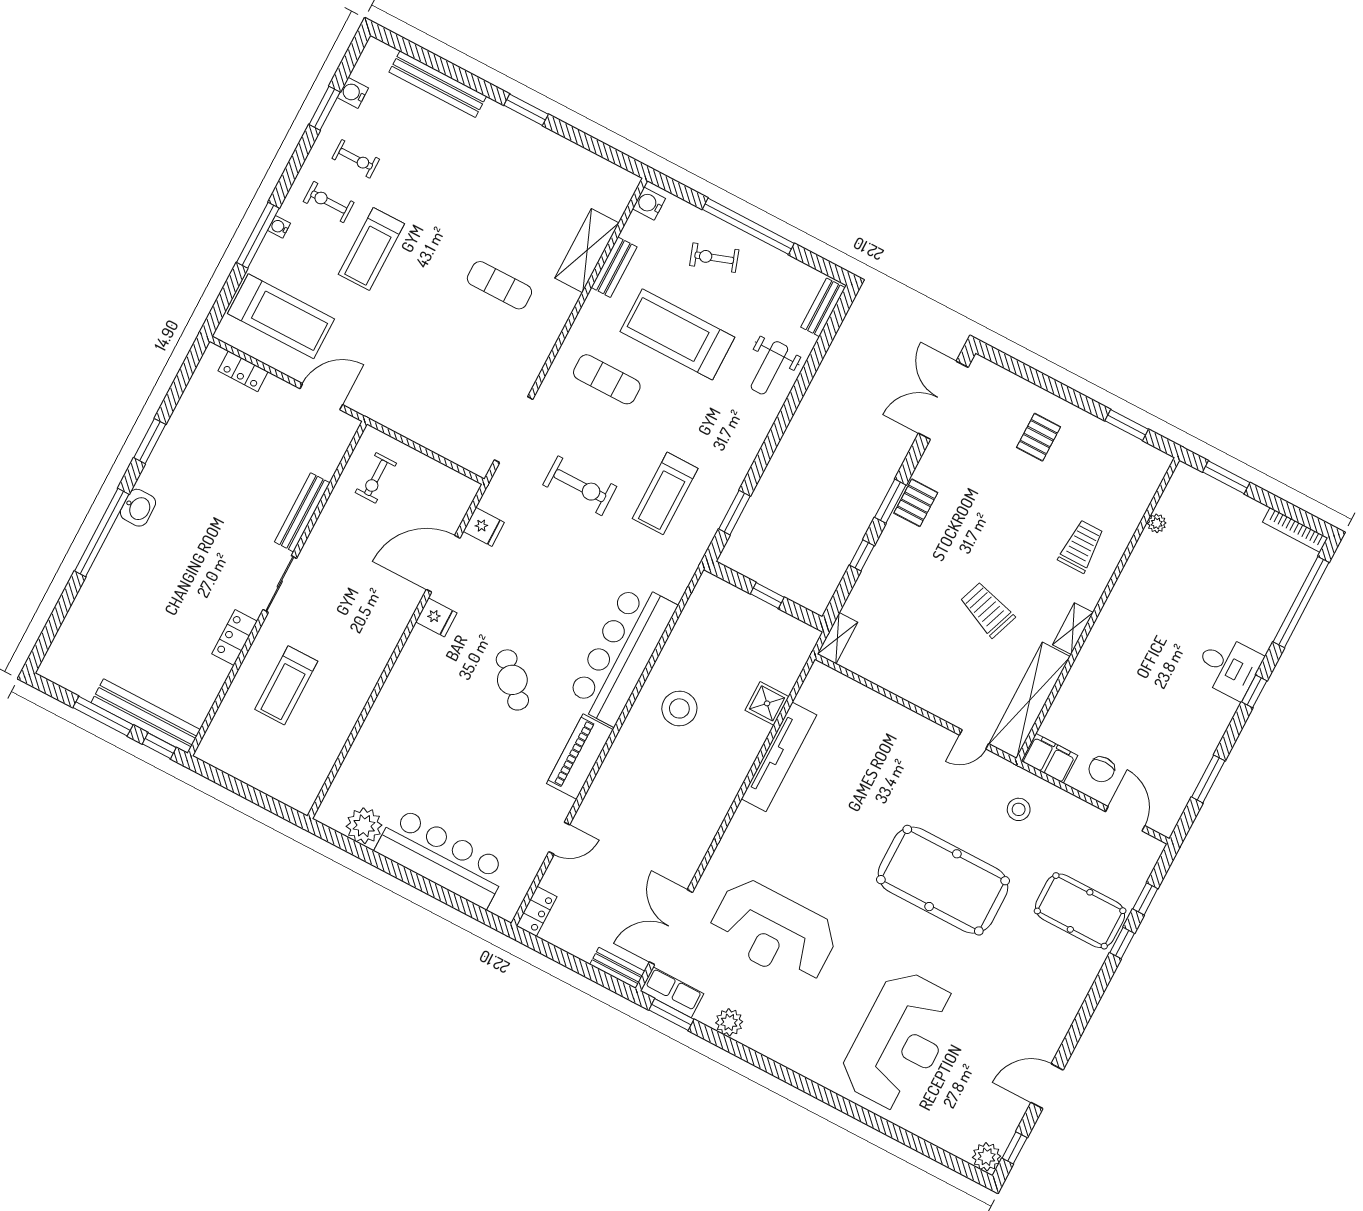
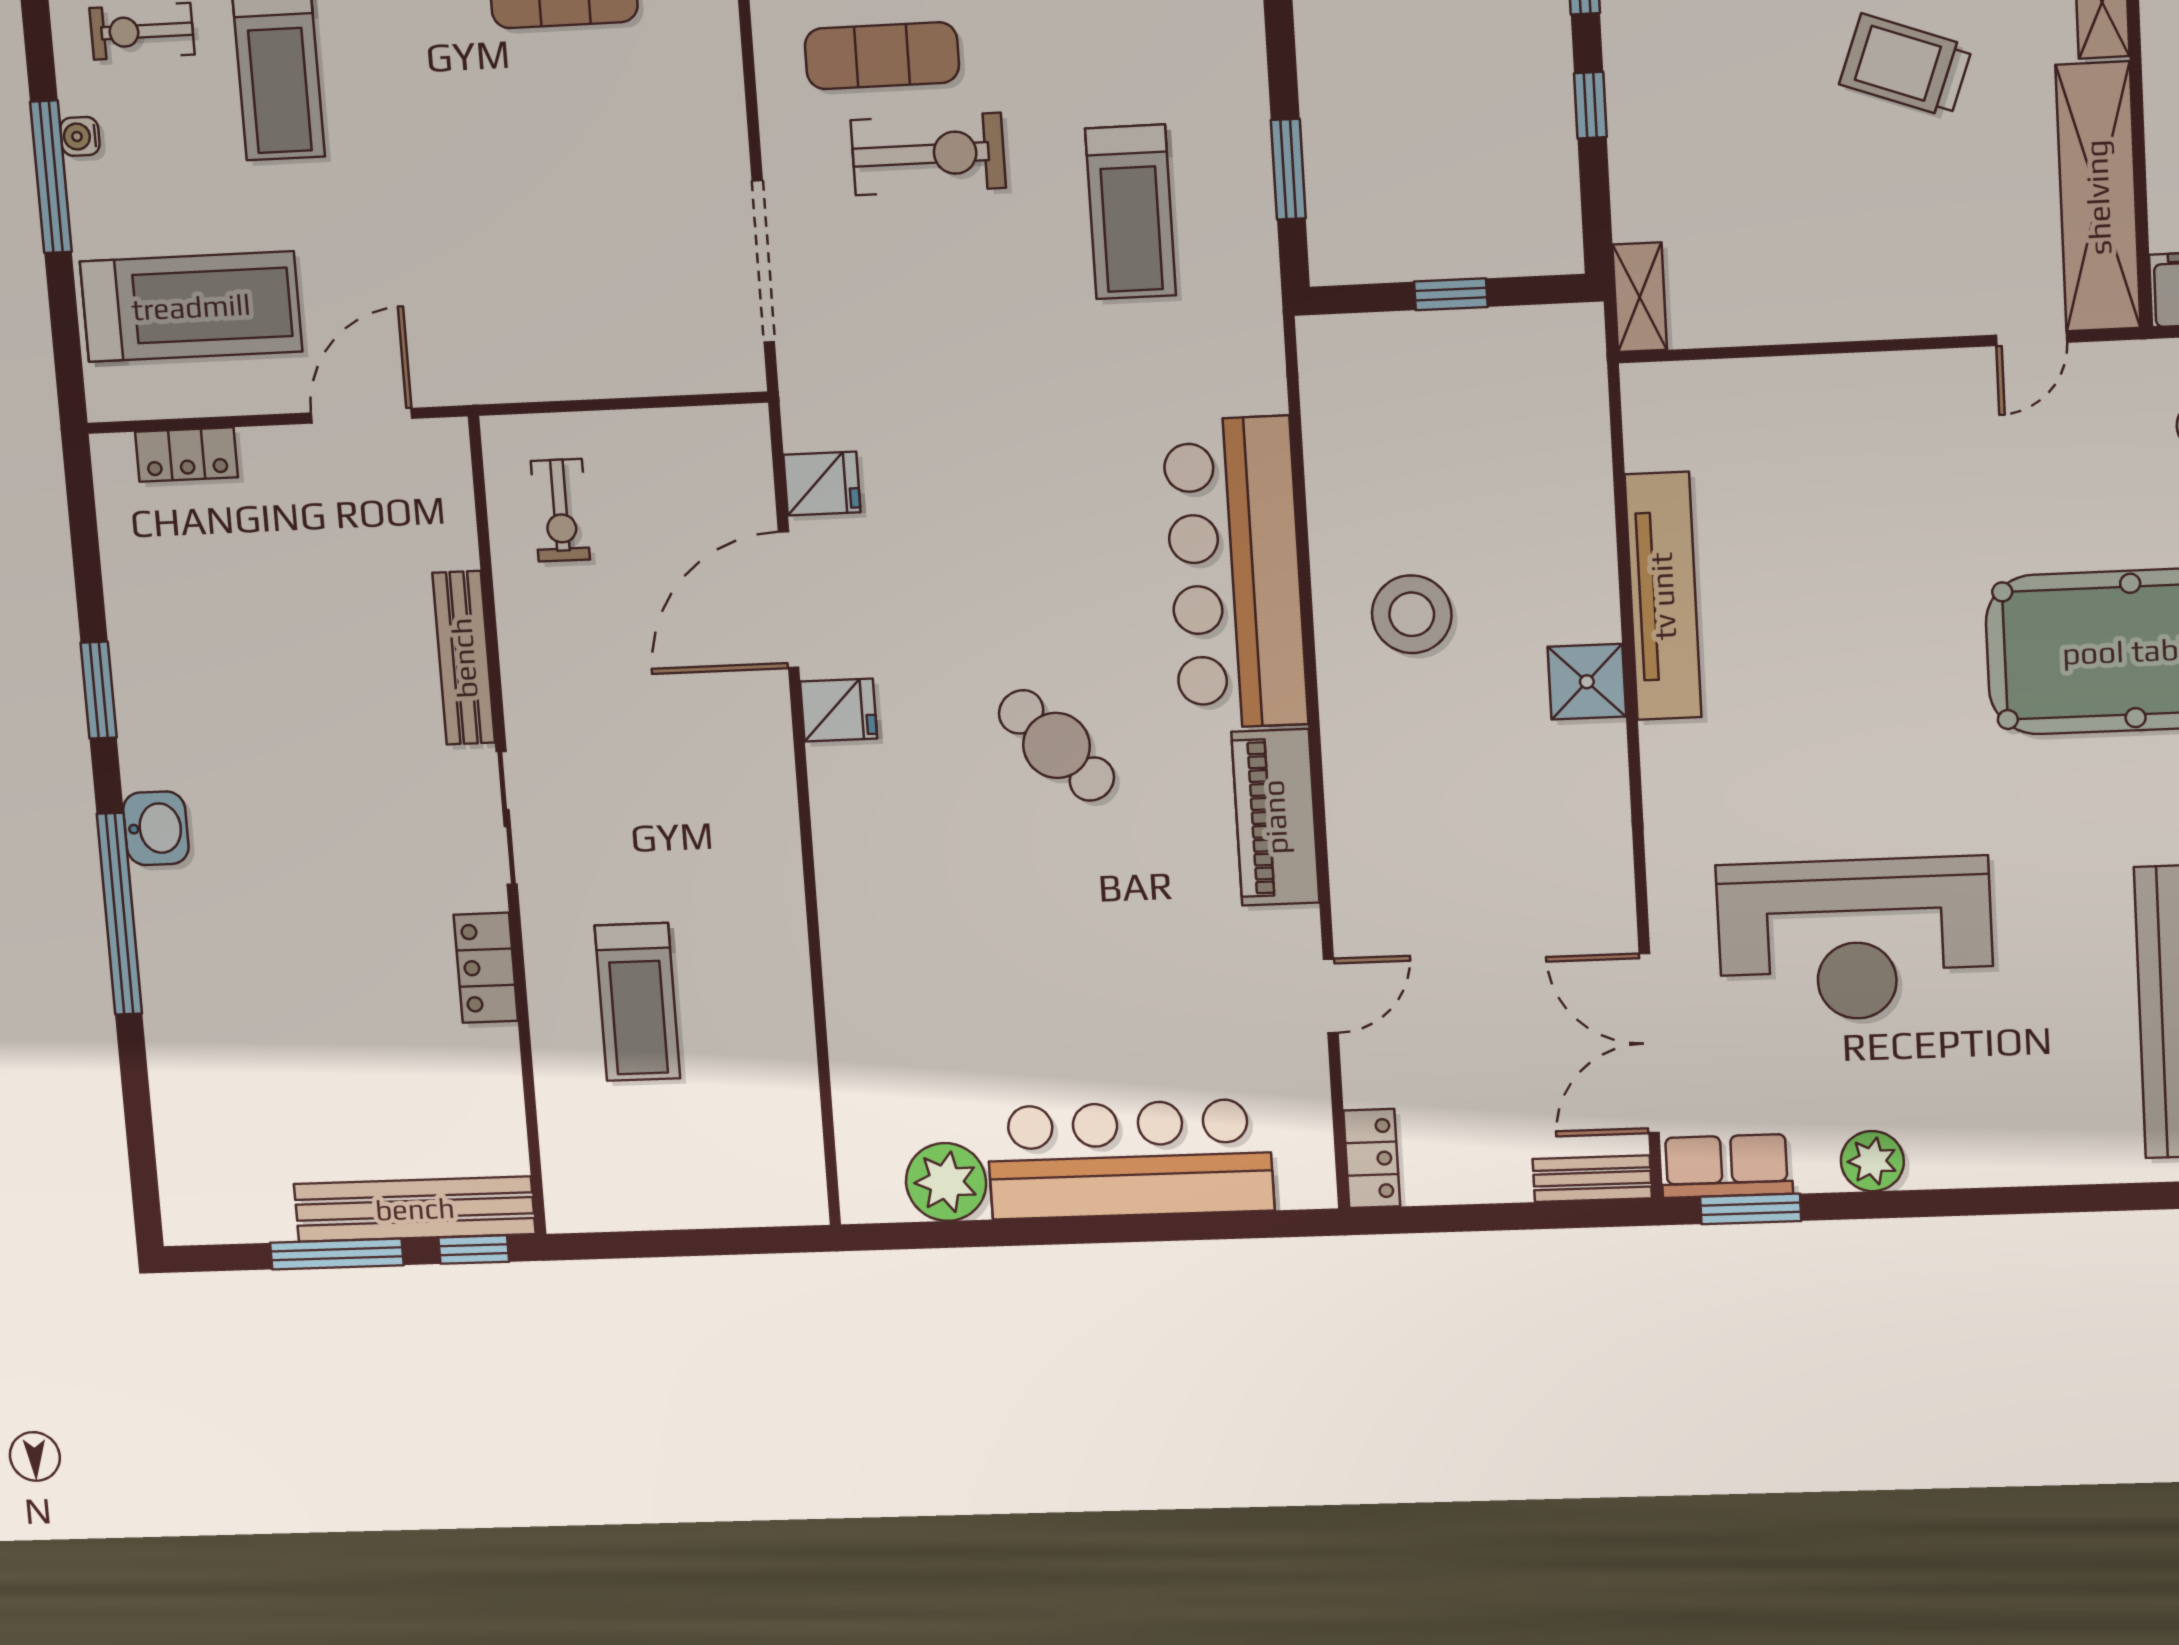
exercise bike: (580, 486) -> (928, 154), moved
shower: (767, 703) -> (1587, 682), moved

